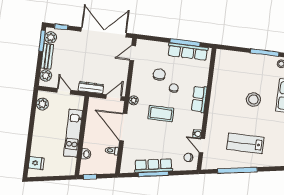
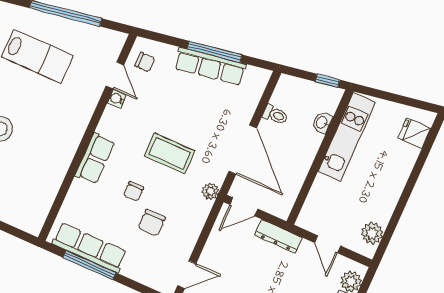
kitchen unit: (73, 133) -> (347, 137), moved

